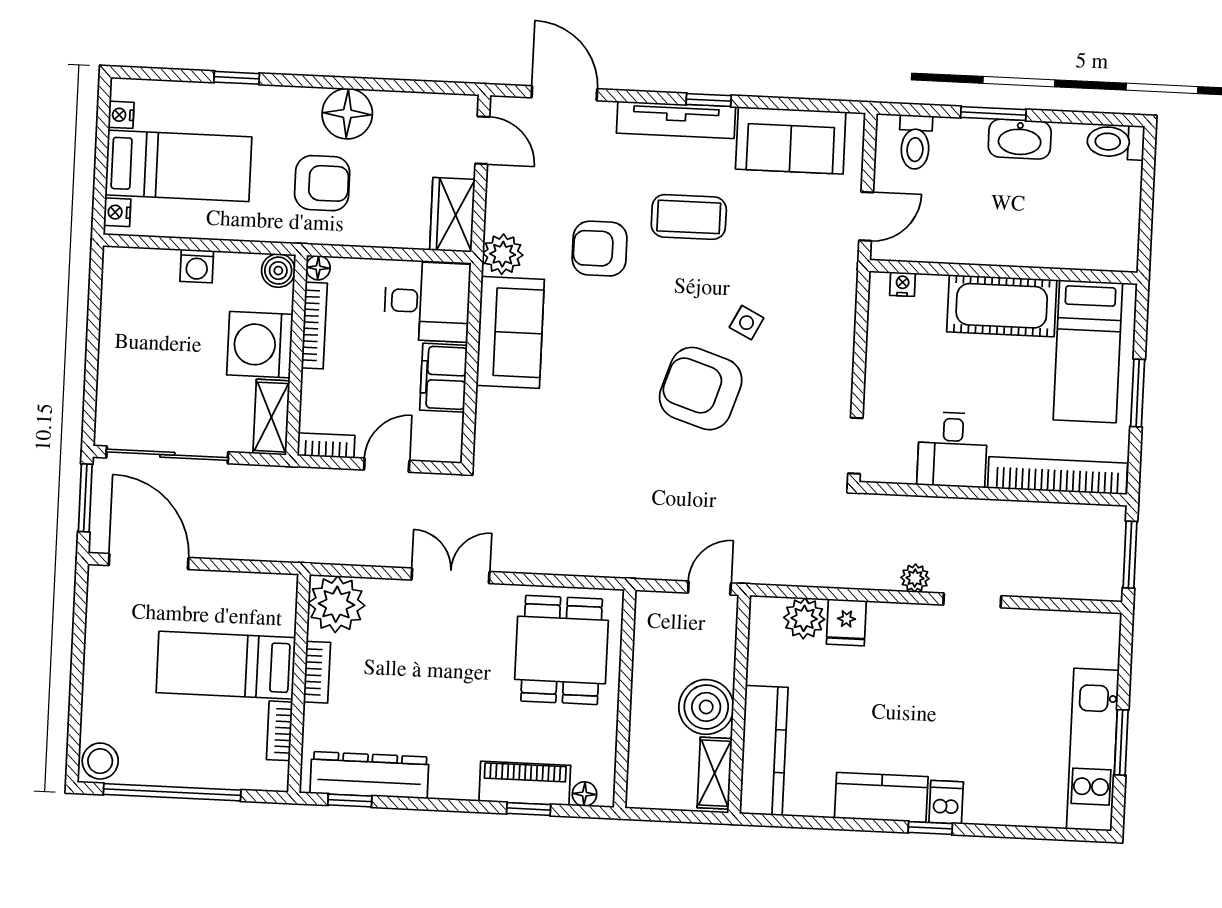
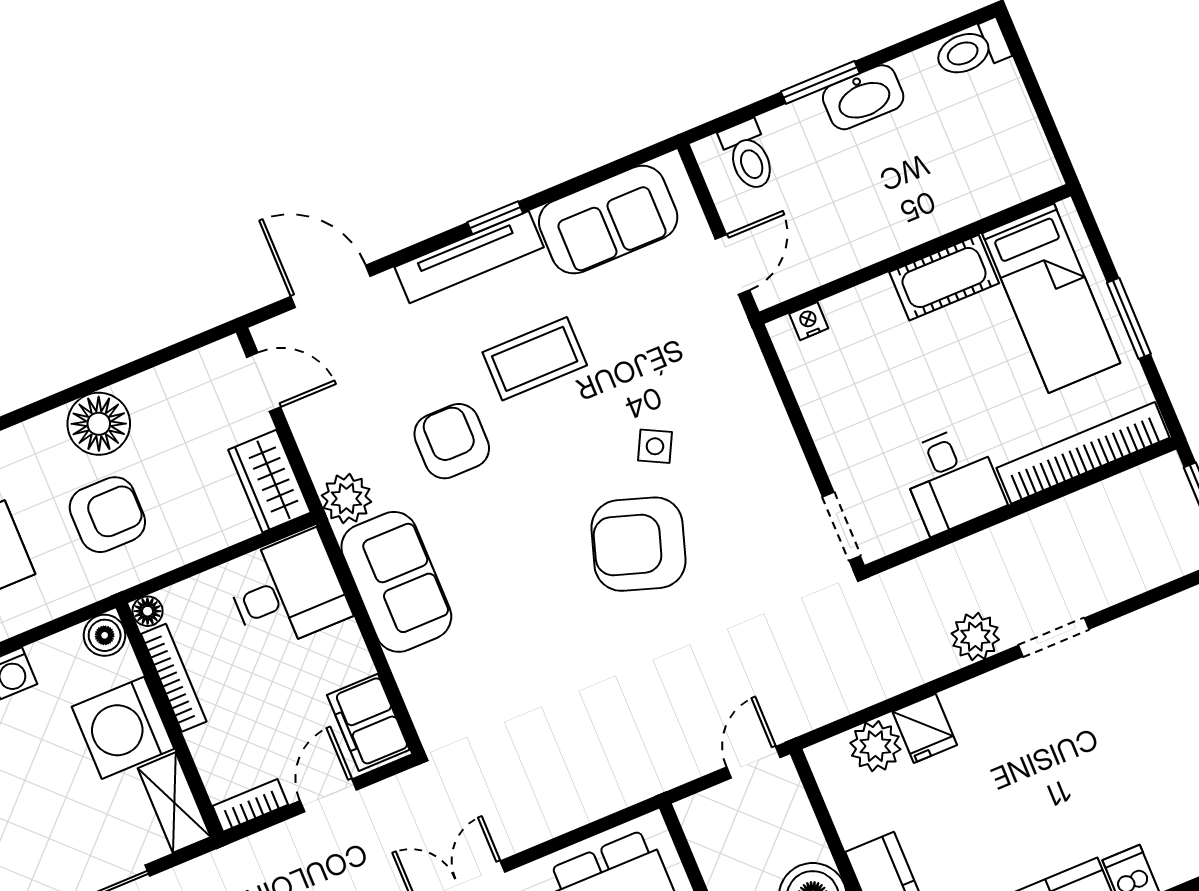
armchair: (600, 249) -> (452, 441), turned 90
cot: (1002, 306) -> (944, 278), width x0.73, depth x0.75
filing cabinet: (443, 378) -> (368, 722), moved
plant: (915, 578) -> (975, 637), width x1.38, depth x1.38

